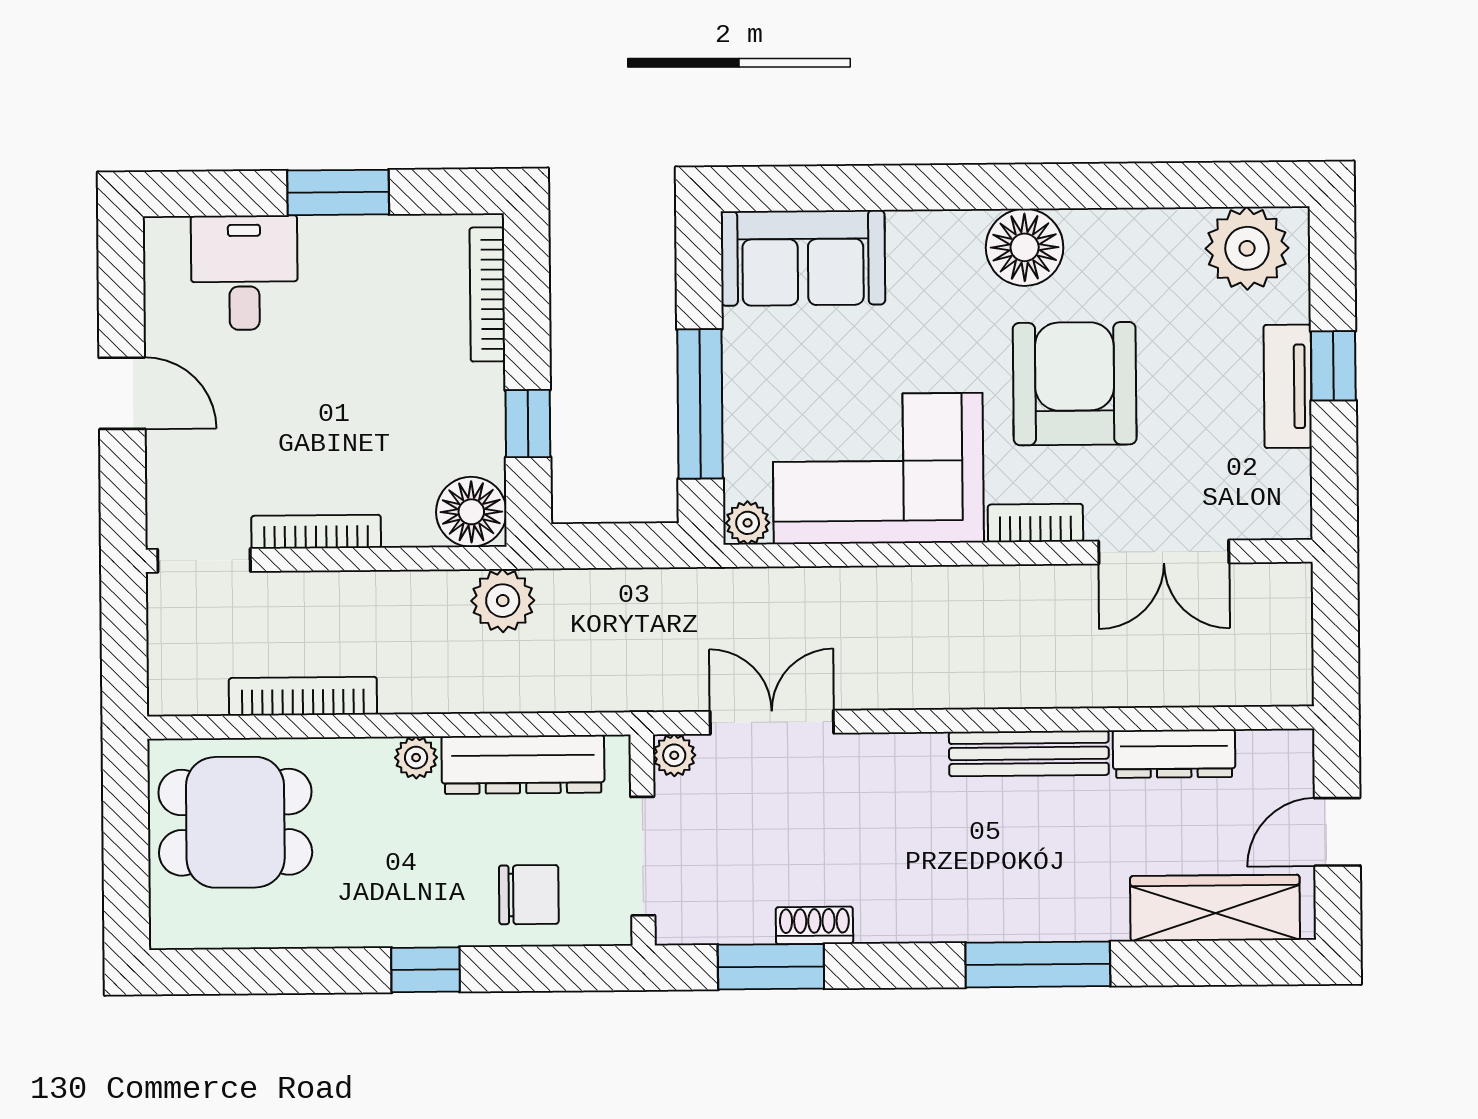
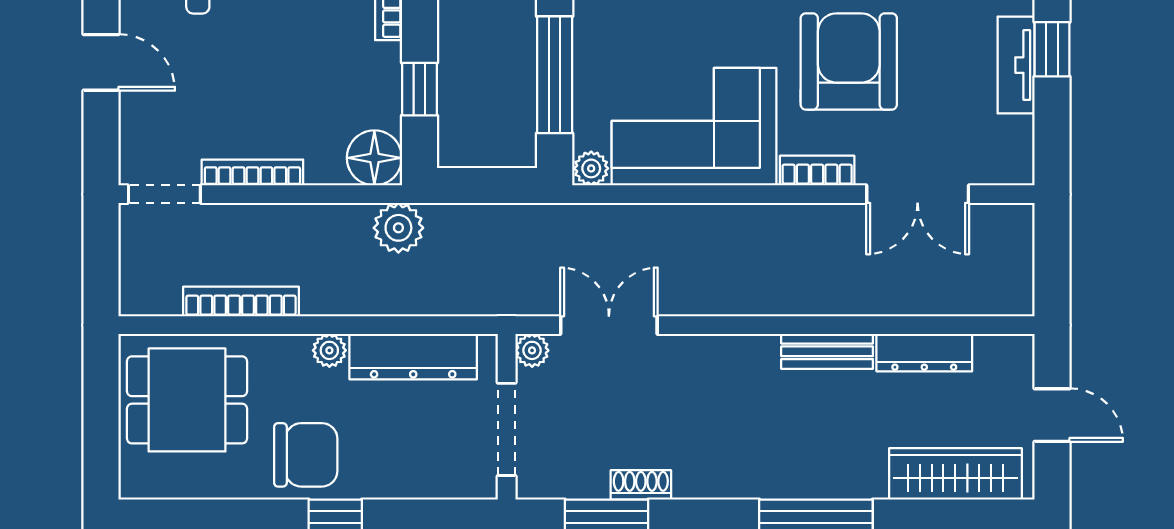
bench: (1029, 753) -> (827, 351), width x0.73
door: (1337, 832) -> (1052, 415), swing flipped
chair: (529, 895) -> (306, 455), moved, width x1.37, depth x1.37

